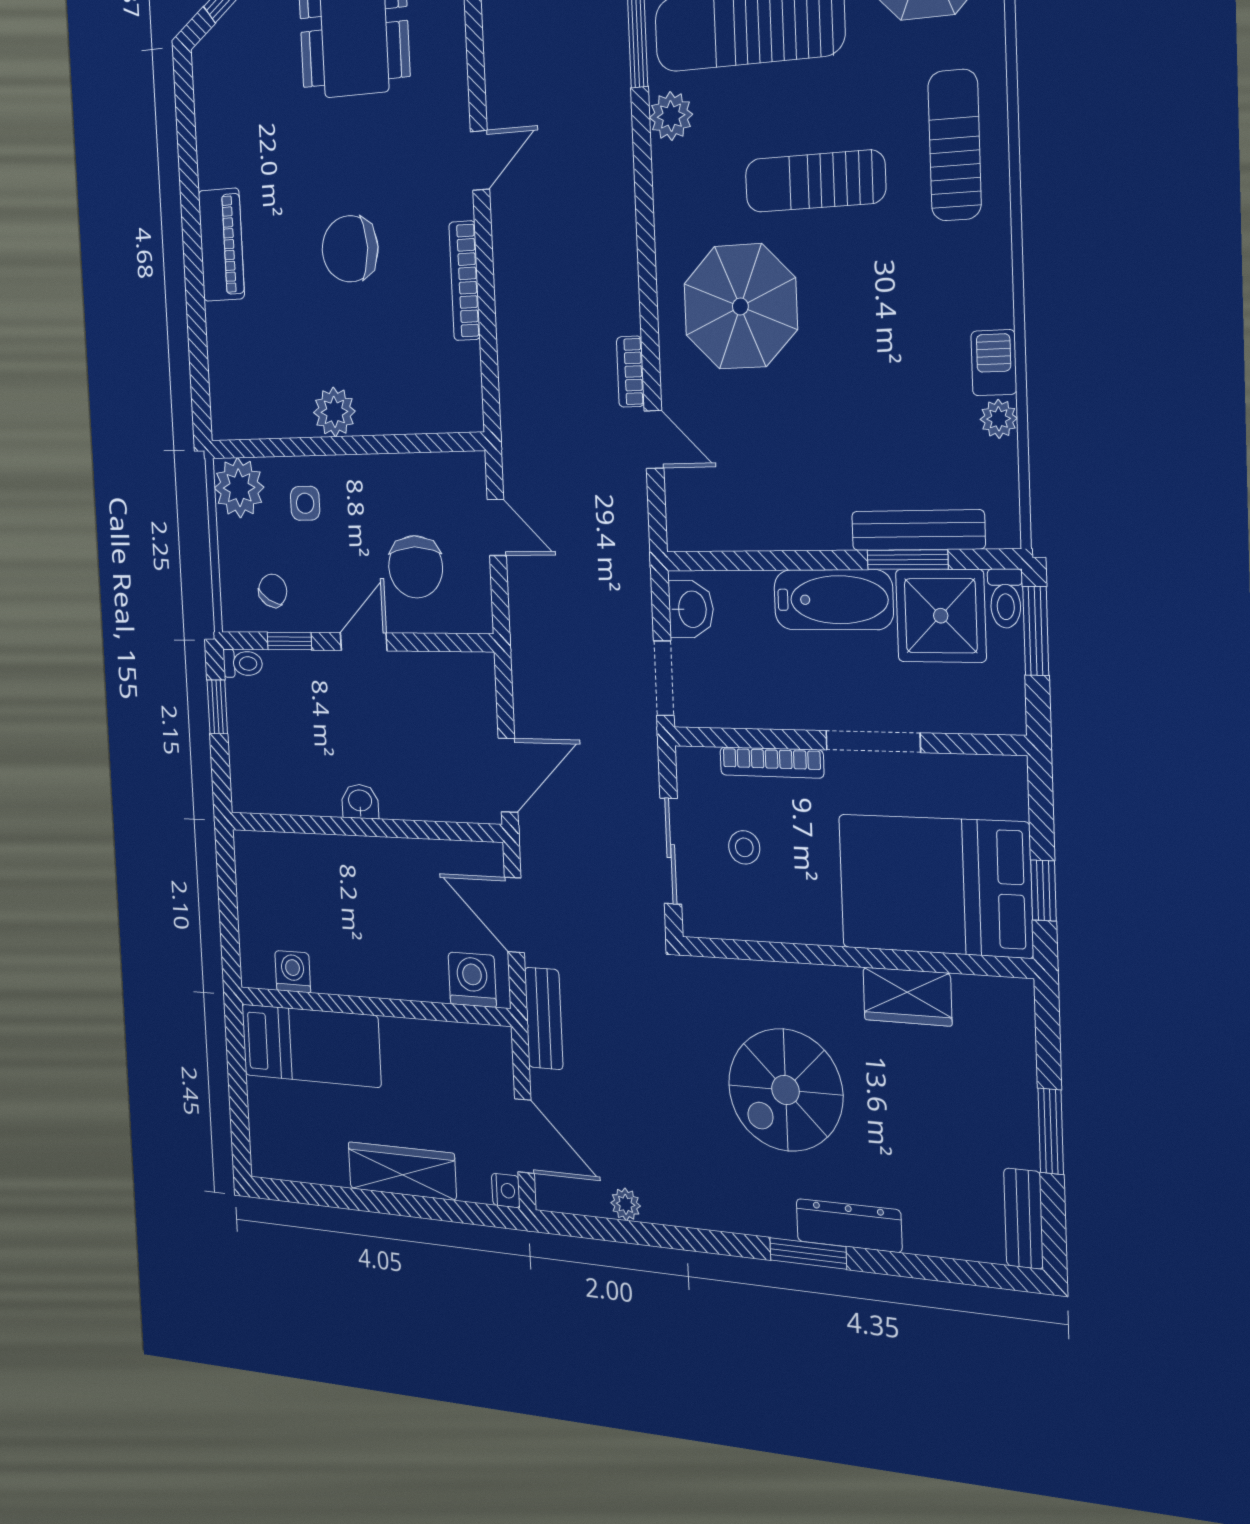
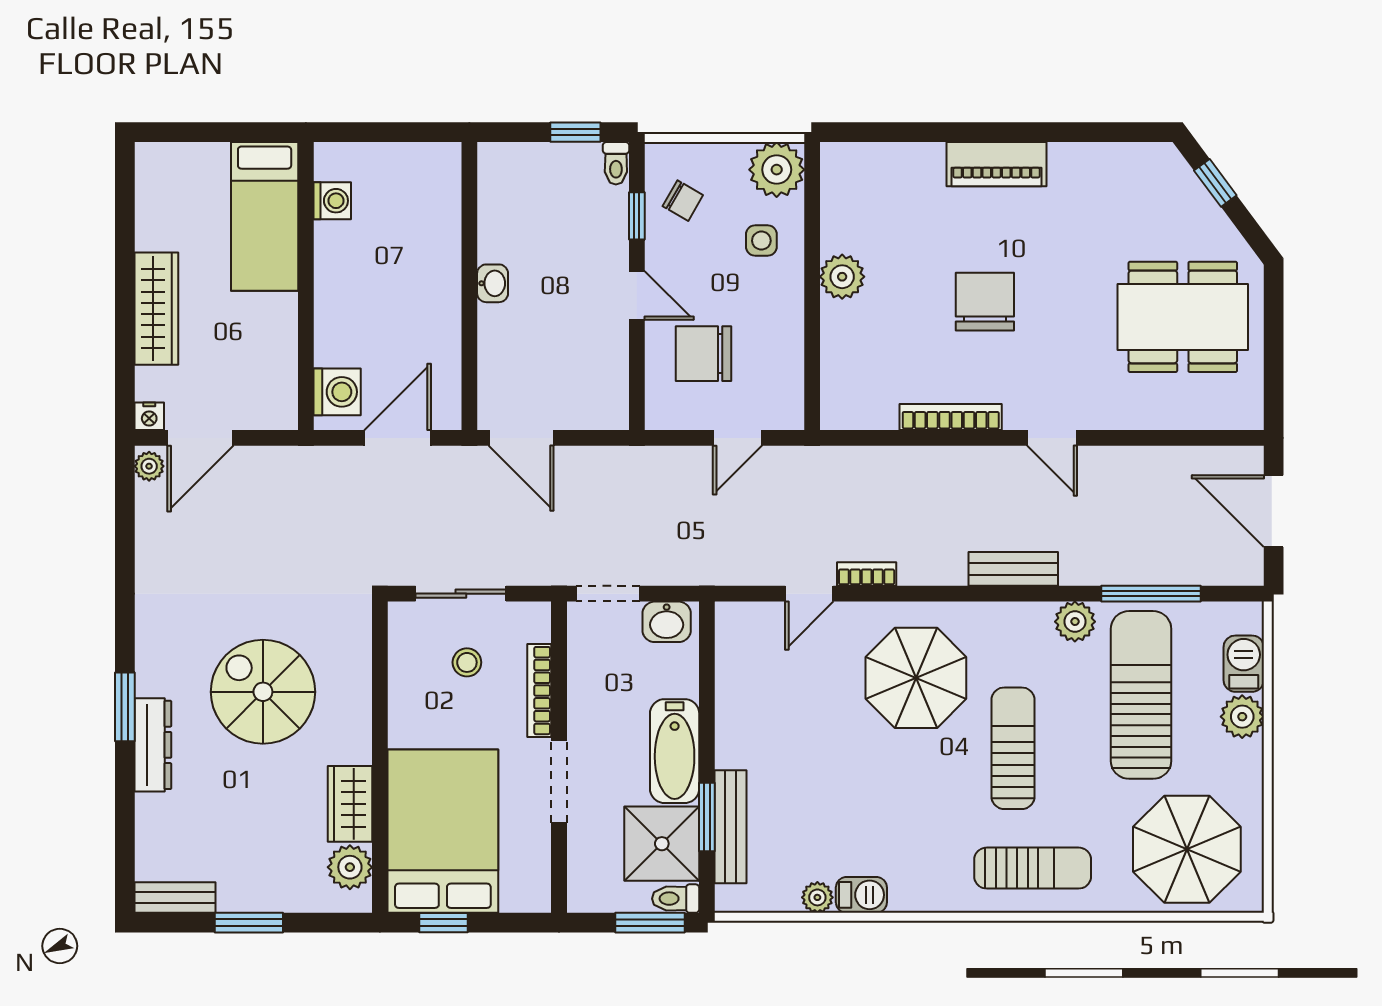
plant: (981, 1002) -> (350, 867), added
bench: (544, 1018) -> (1013, 569), moved
plant: (626, 1204) -> (149, 466), moved

